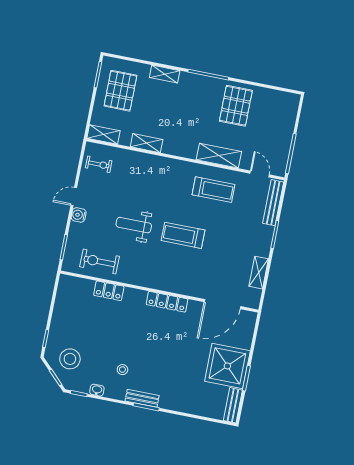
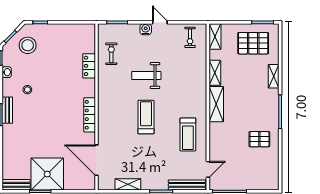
pallet: (236, 106) -> (259, 139), width x0.67, depth x0.71
shelving: (219, 156) -> (216, 104), moved
weight bench: (134, 225) -> (146, 76), turned -90
exercise bike: (100, 262) -> (111, 54), width x0.73, depth x0.72

